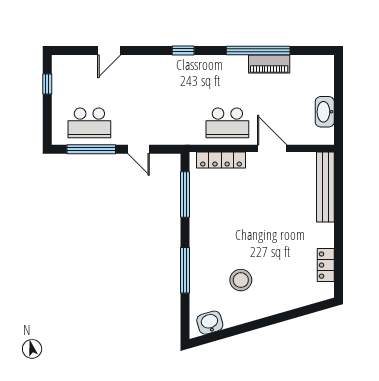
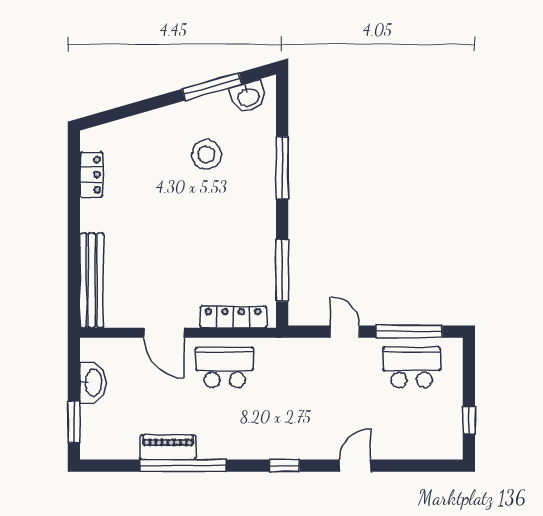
door: (109, 50) -> (355, 466), moved
window: (339, 83) -> (74, 422), added
window: (237, 330) -> (212, 87), added

